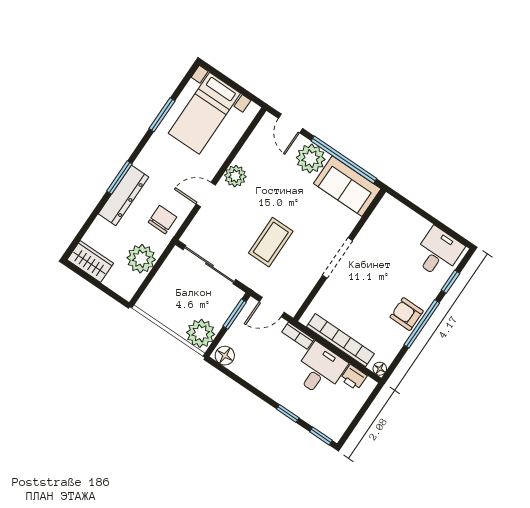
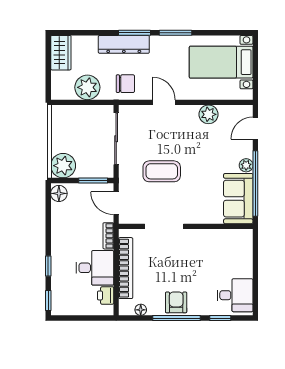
window: (162, 115) -> (176, 33), moved
plant: (311, 159) -> (246, 165), width x0.53, depth x0.53
plant: (235, 176) -> (208, 114), moved
doorway: (337, 258) -> (164, 226), moved
floor lamp: (380, 369) -> (141, 310), moved

